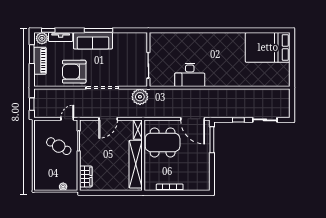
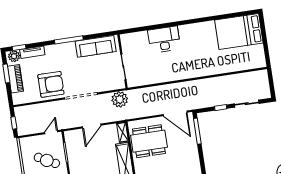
sofa: (93, 41) -> (96, 46), moved
armchair: (74, 72) -> (51, 84), turned 180
desk: (190, 75) -> (164, 40), moved, turned 180

